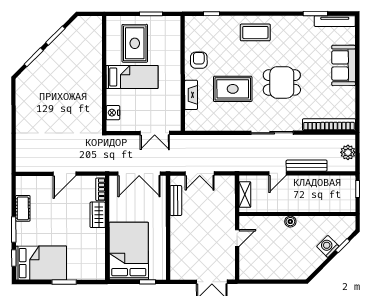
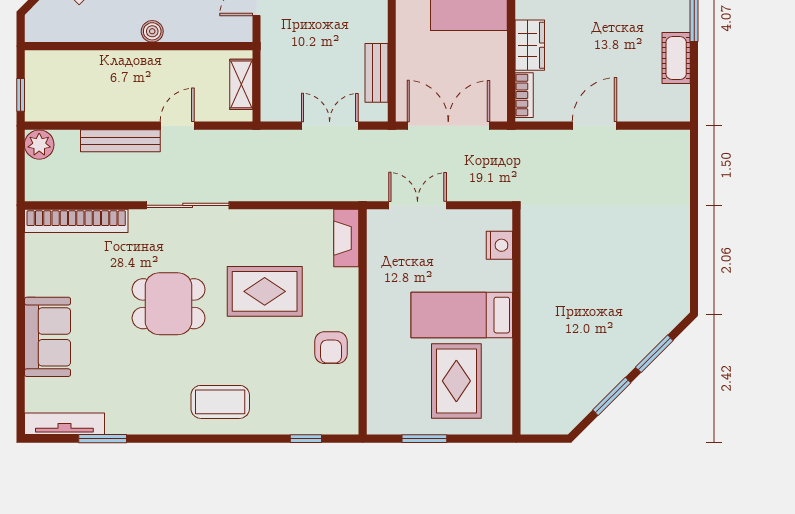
fireplace: (191, 95) -> (346, 238), moved
plant: (348, 152) -> (39, 145), moved

